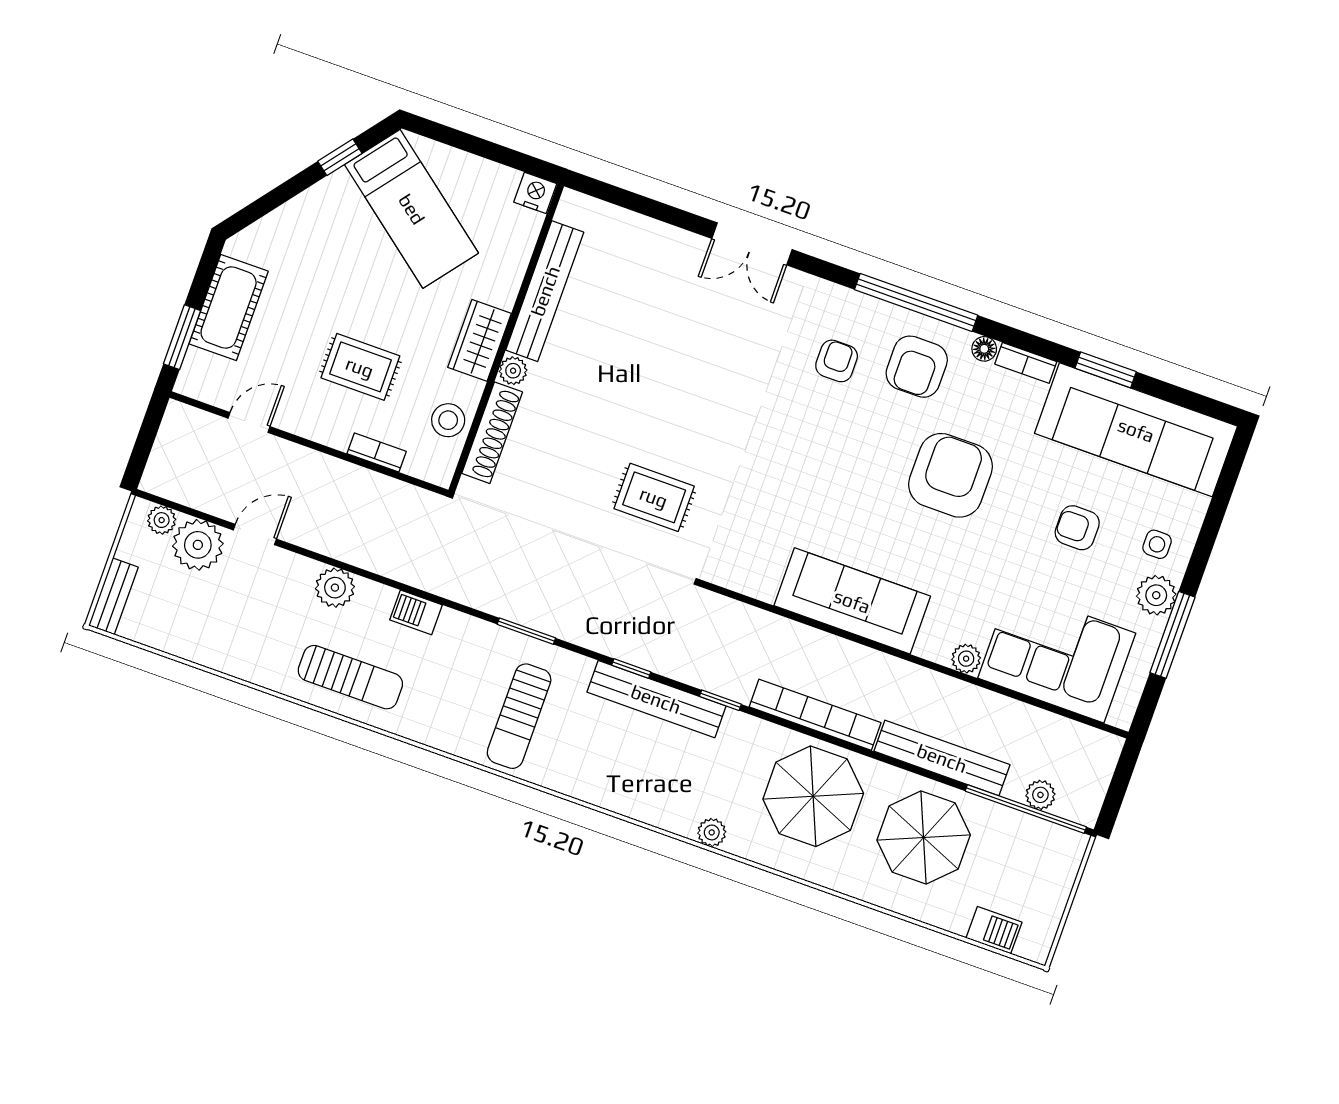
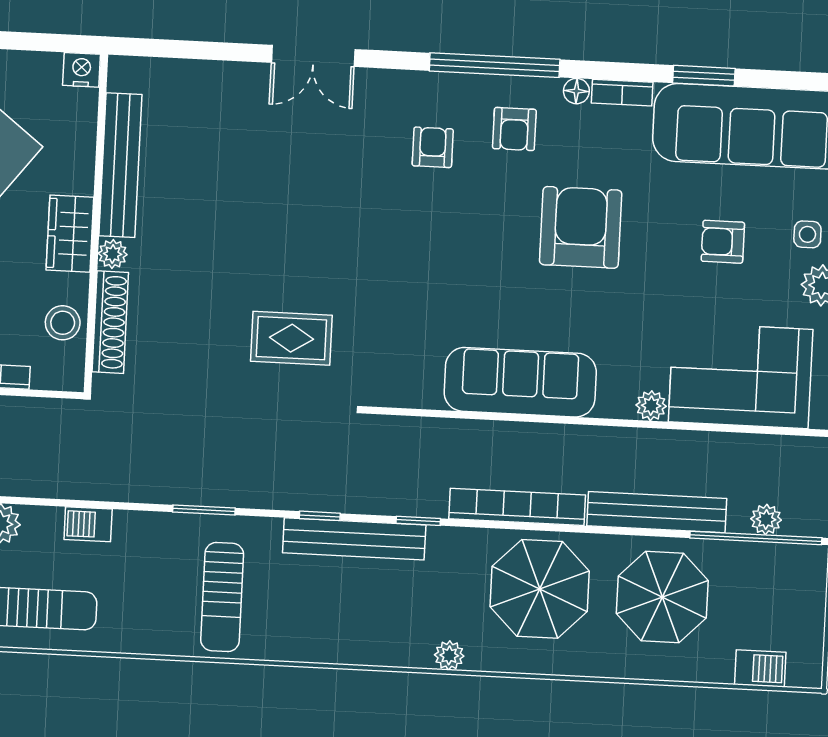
armchair: (917, 367) -> (514, 129), width x0.72, depth x0.72

